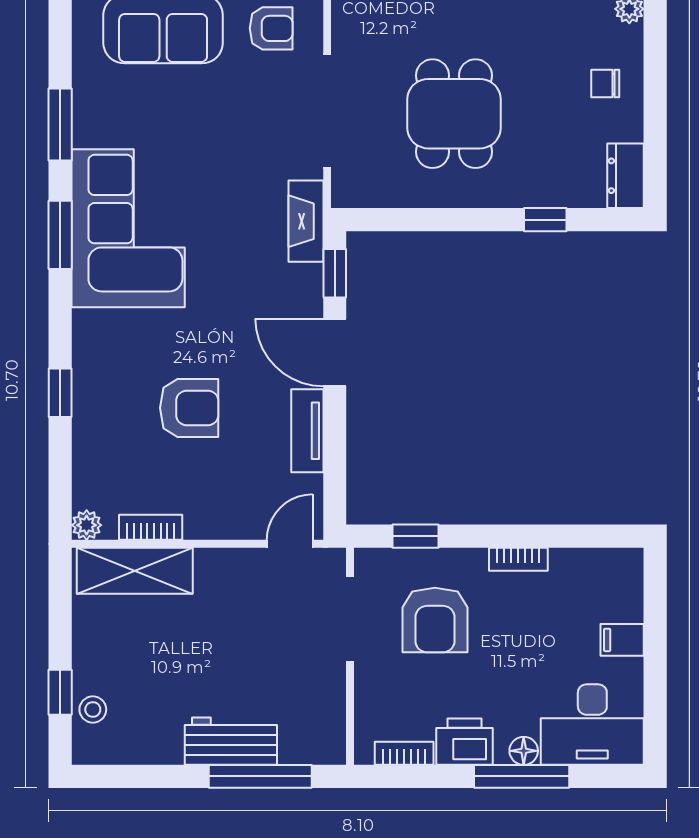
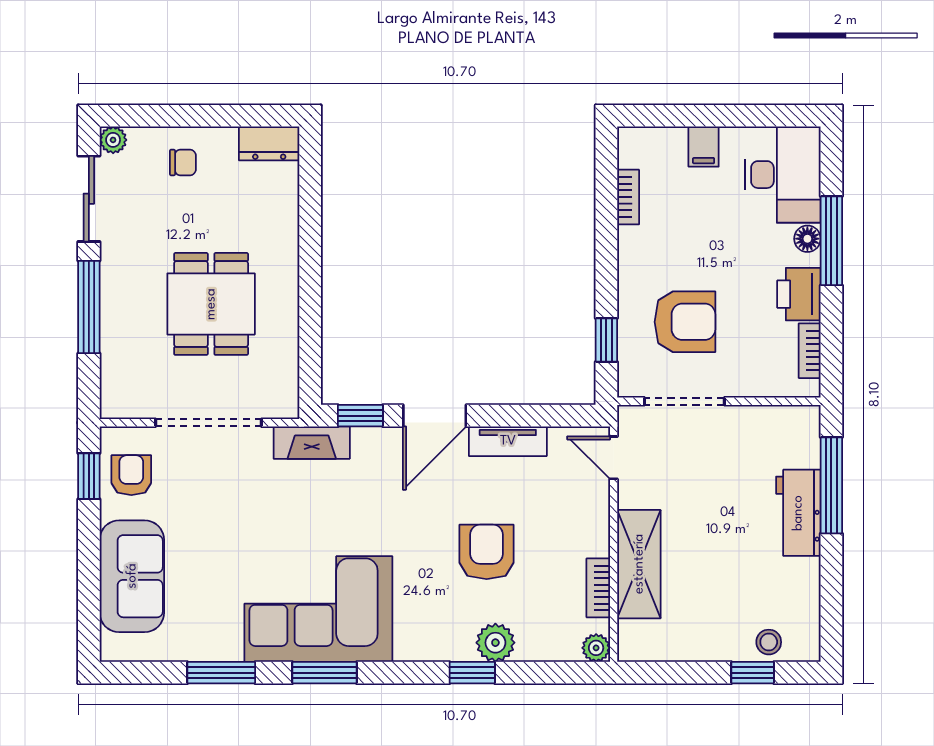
chair: (605, 84) -> (183, 162), turned -90
dining table: (454, 114) -> (211, 304), turned 90
window: (545, 220) -> (310, 219), removed
plant: (92, 417) -> (495, 643), added
bookcase: (518, 559) -> (628, 197), moved
shelving: (135, 571) -> (639, 564), moved

